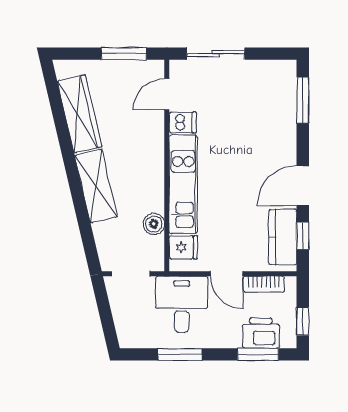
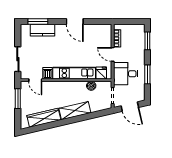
window: (303, 236) -> (96, 22), removed
kitchen counter: (283, 237) -> (42, 30), moved
door: (227, 274) -> (113, 54), swing flipped
door: (105, 313) -> (130, 107), added
window: (303, 321) -> (133, 22), removed
printer: (261, 333) -> (138, 40), removed

